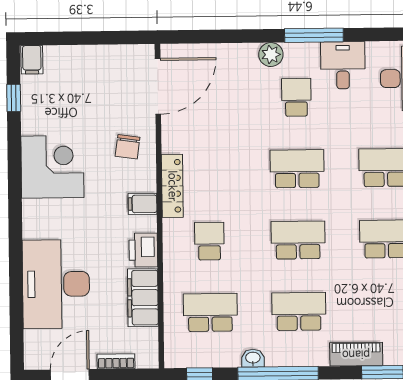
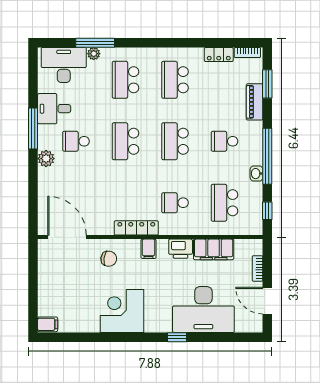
window: (14, 98) -> (177, 337), moved
school desk: (299, 311) -> (224, 141), width x0.54

